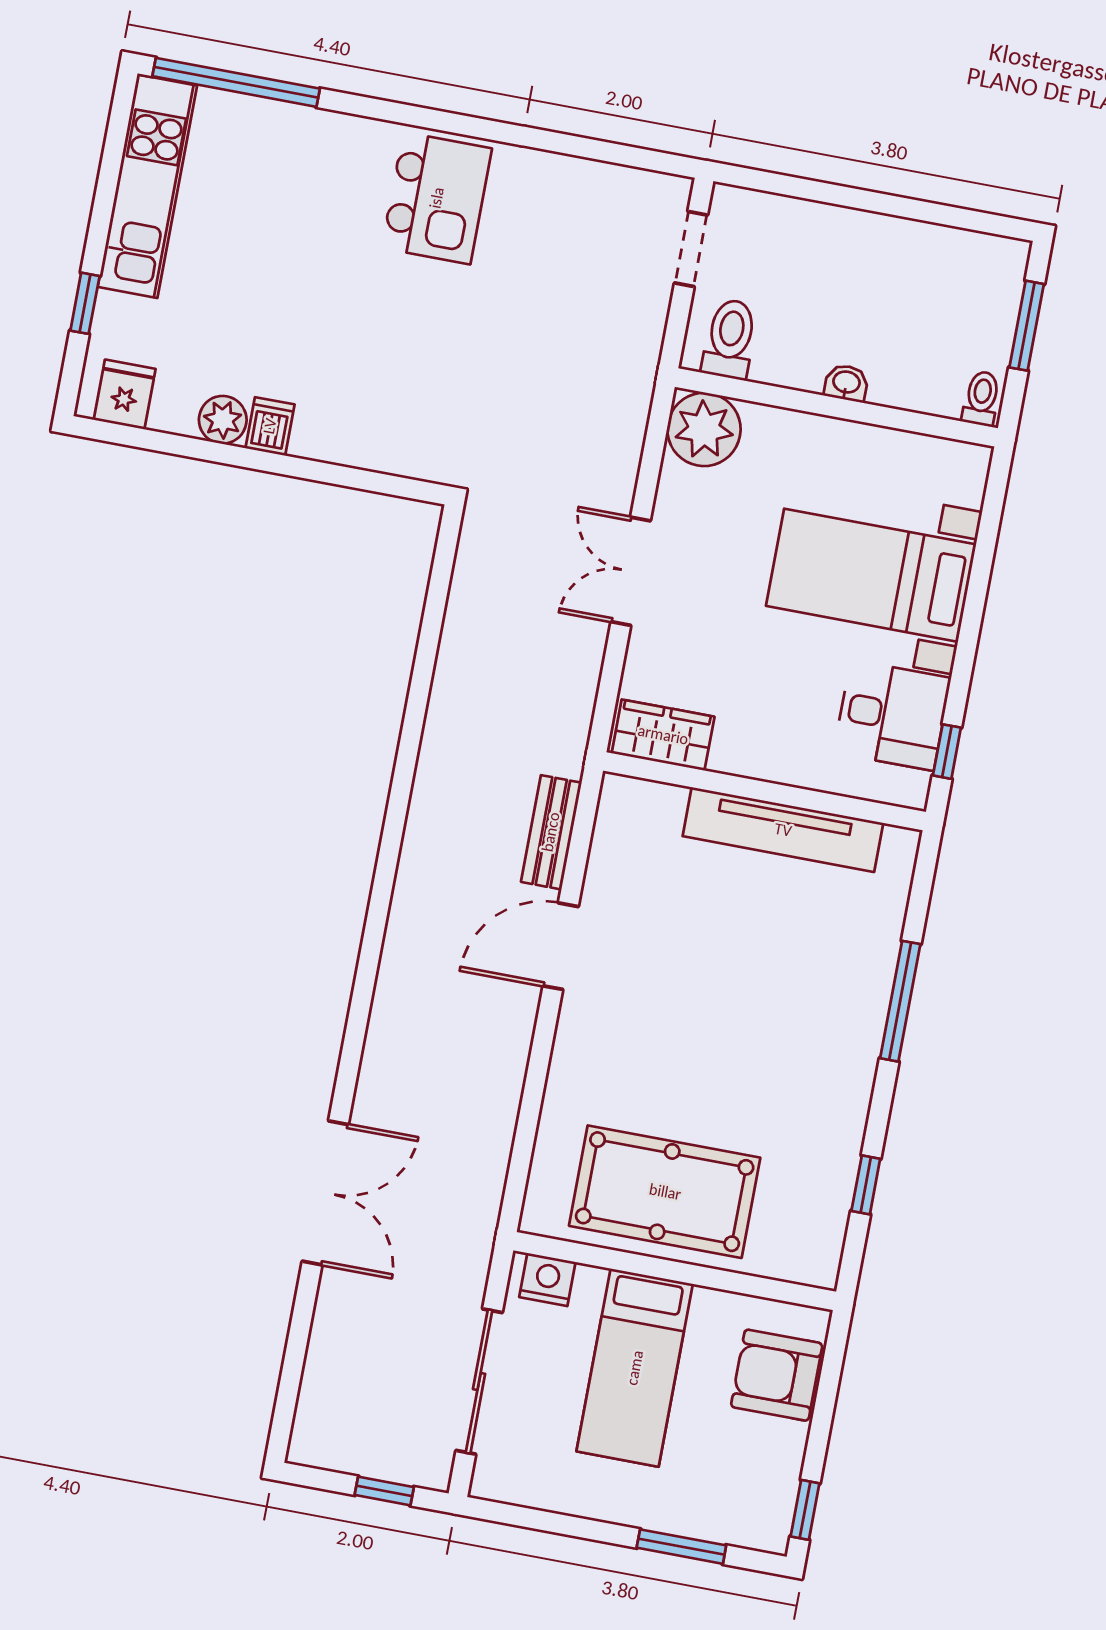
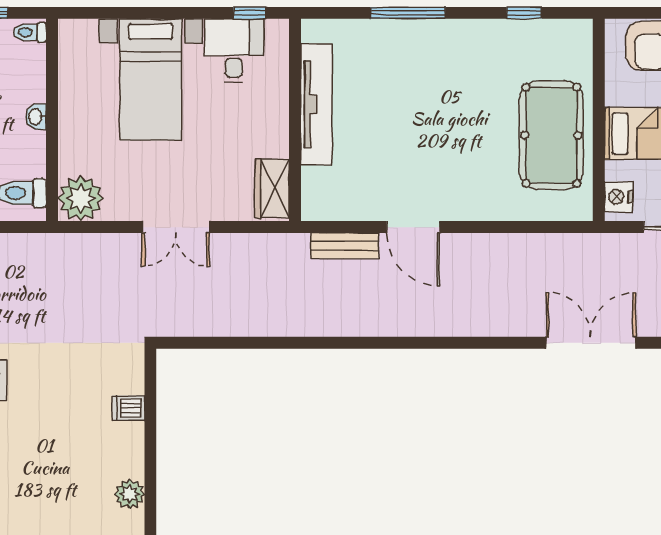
dishwasher: (270, 426) -> (128, 408), moved

